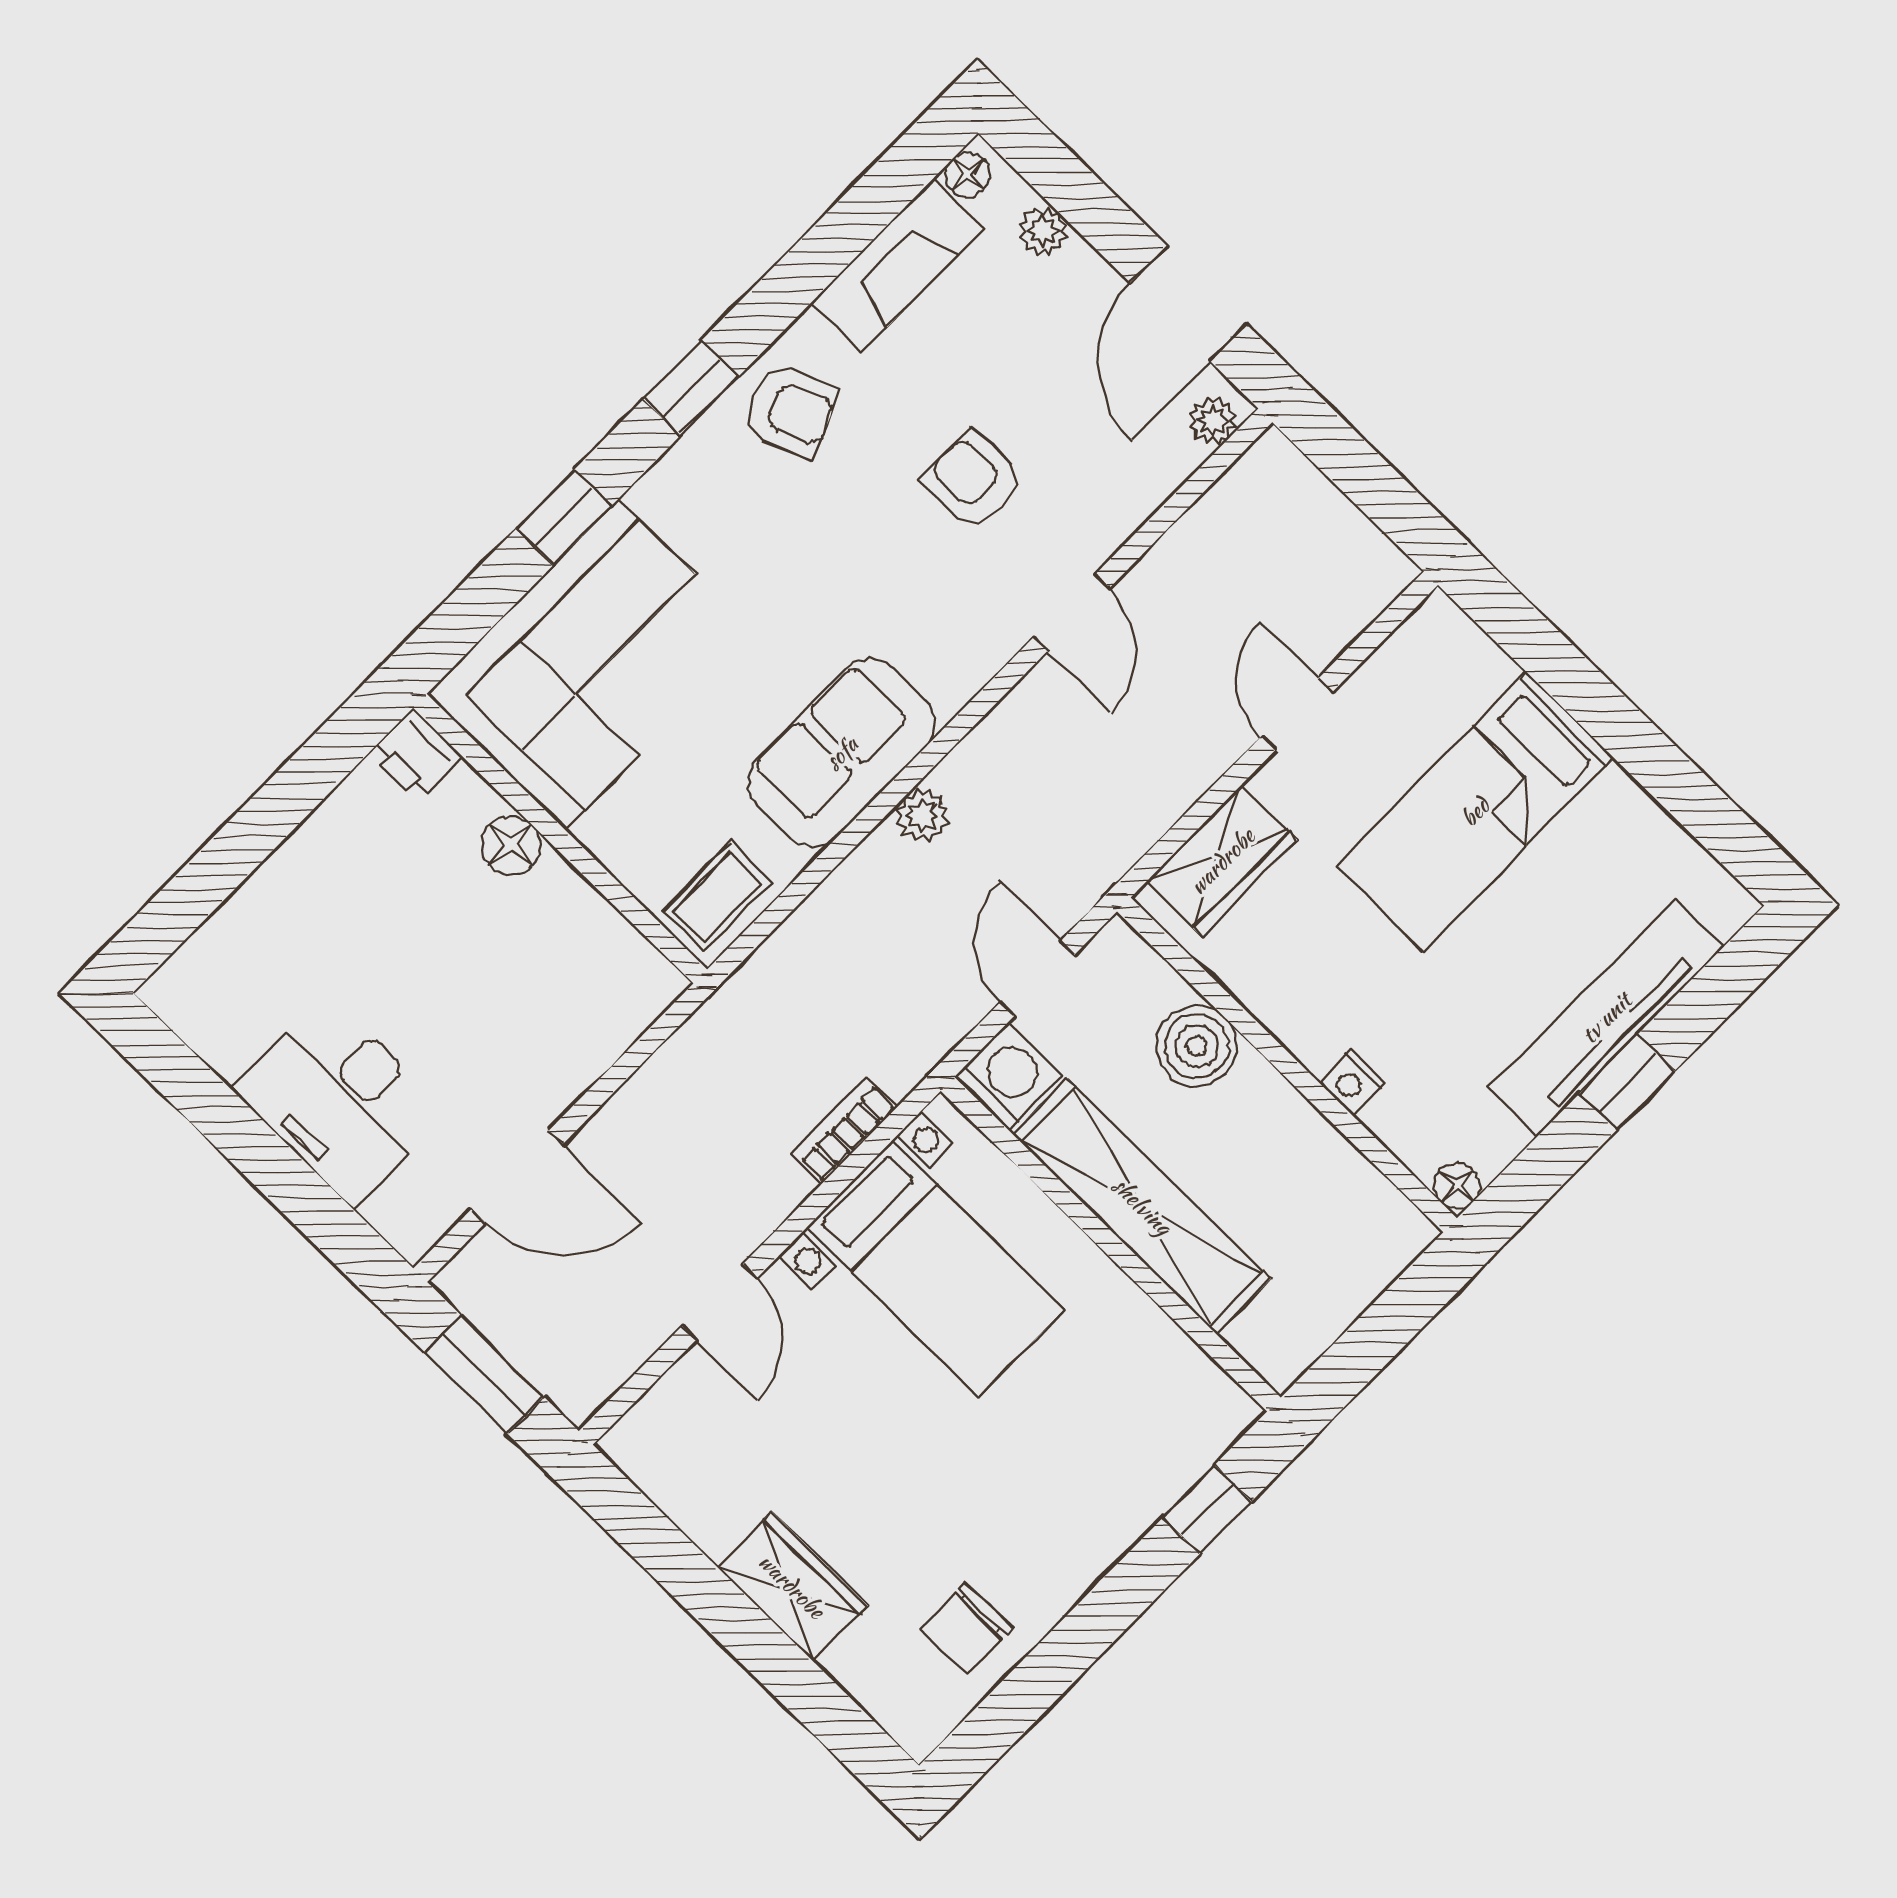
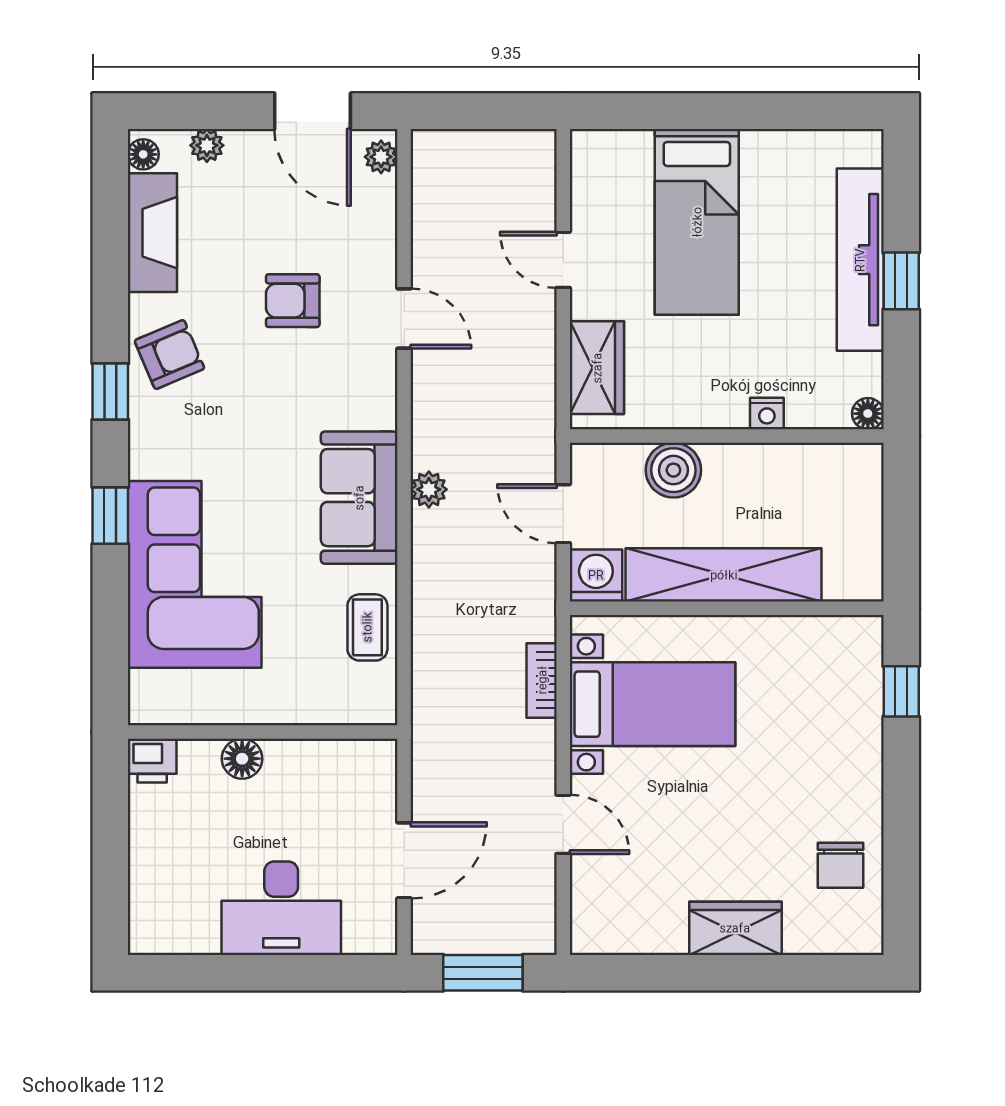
printer: (416, 755) -> (152, 761), moved
wall: (560, 839) -> (263, 732), moved
floor lamp: (511, 845) -> (242, 759), moved

